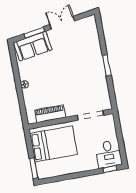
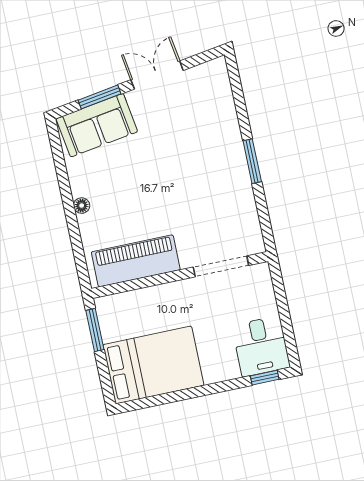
piano: (50, 114) -> (136, 261), width x1.37, depth x1.33
bed: (54, 144) -> (153, 365), moved
window: (34, 168) -> (95, 330), moved

